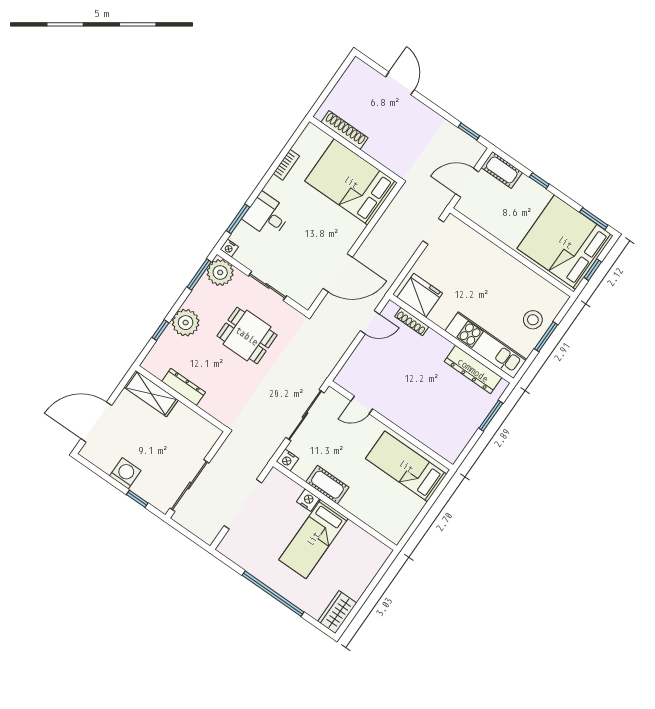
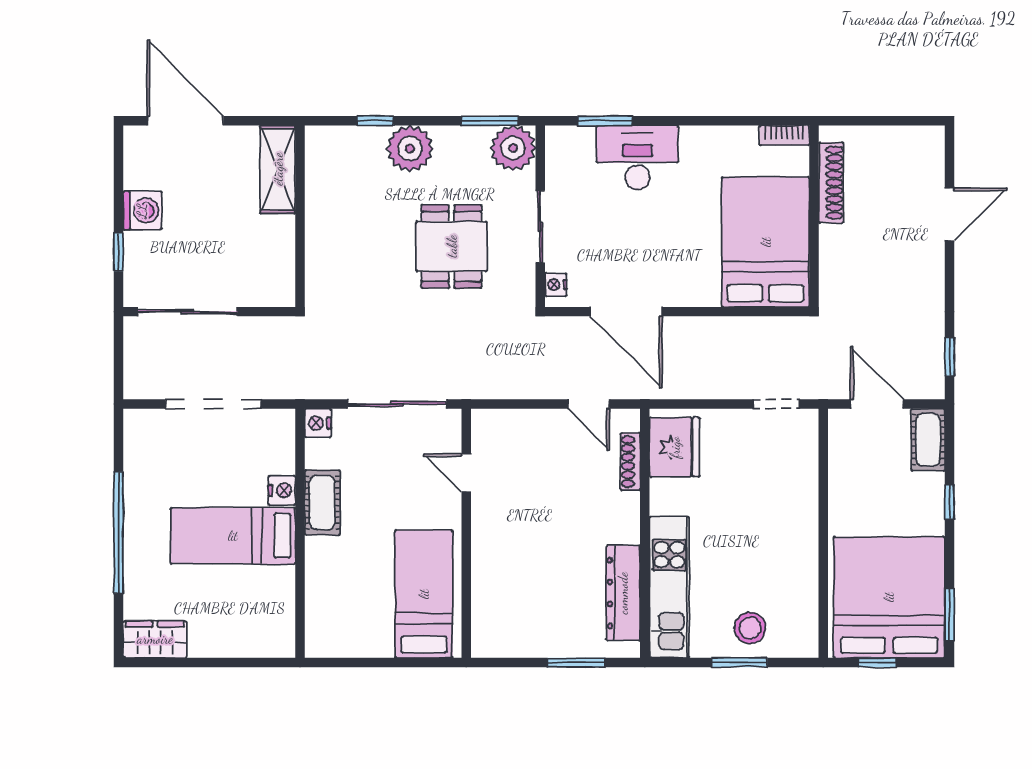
bookcase: (286, 165) -> (784, 135), moved
desk: (267, 215) -> (637, 157), width x1.37
nightstand: (229, 248) -> (556, 285), moved
dresser: (184, 387) -> (319, 208), removed

